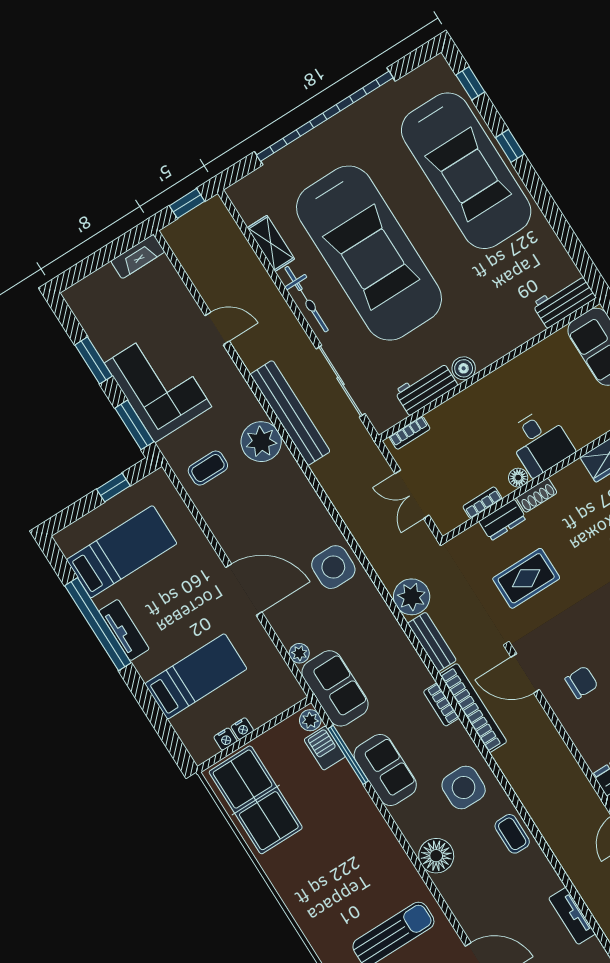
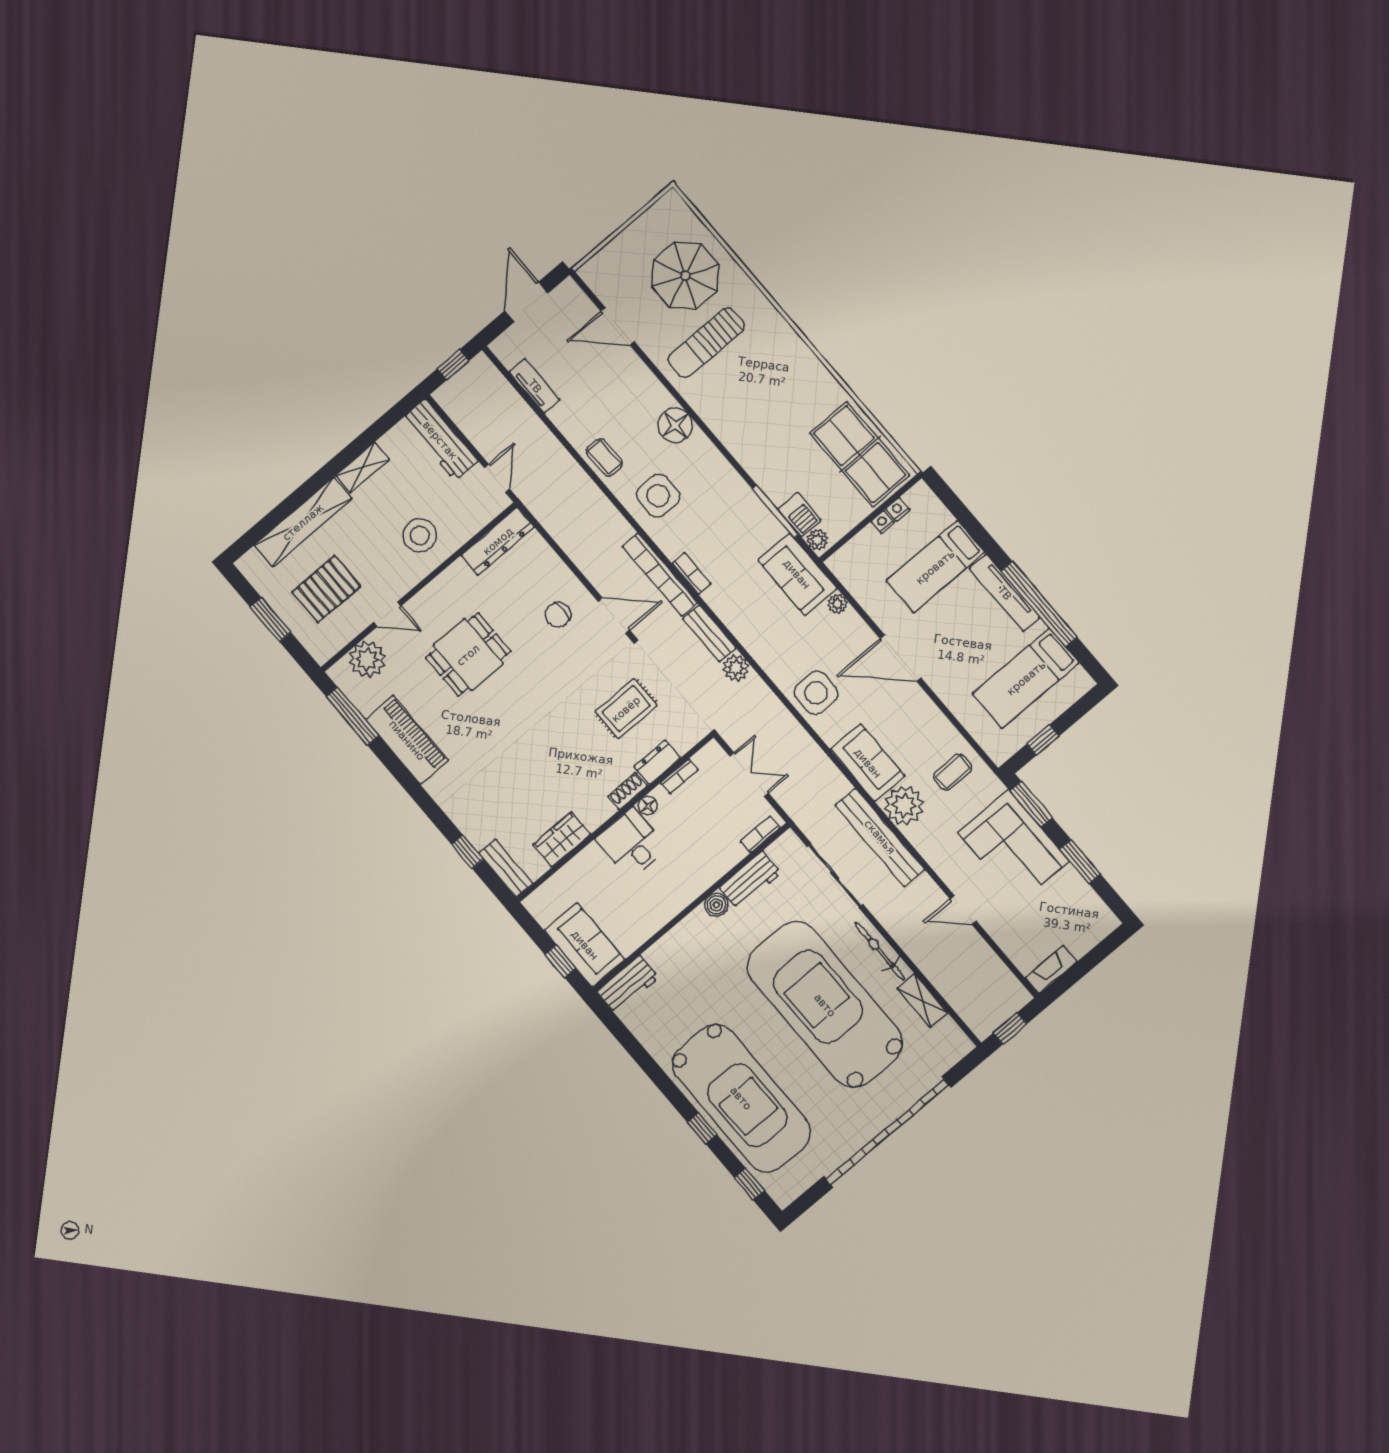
car: (466, 171) -> (741, 1098), turned 180
plant: (412, 597) -> (736, 668), width x0.73, depth x0.73
tv unit: (124, 630) -> (1005, 593), width x1.41
sofa: (385, 770) -> (868, 763), moved, turned 180

